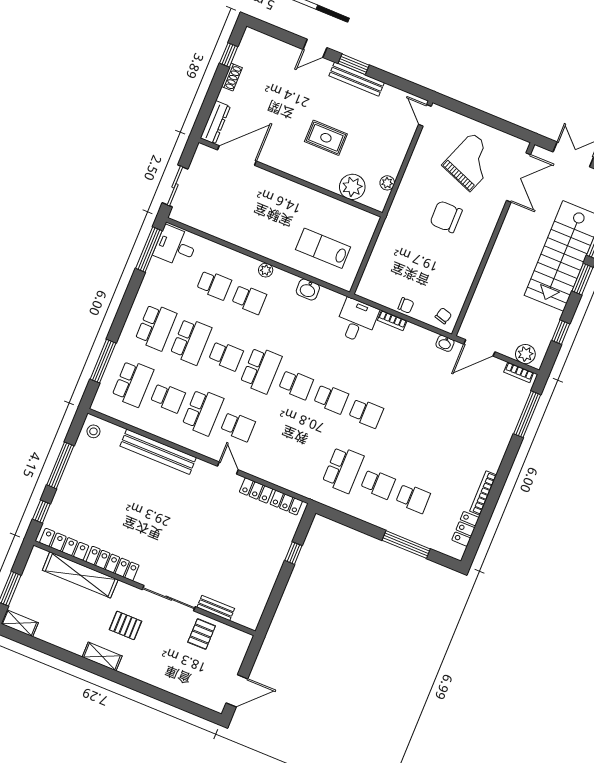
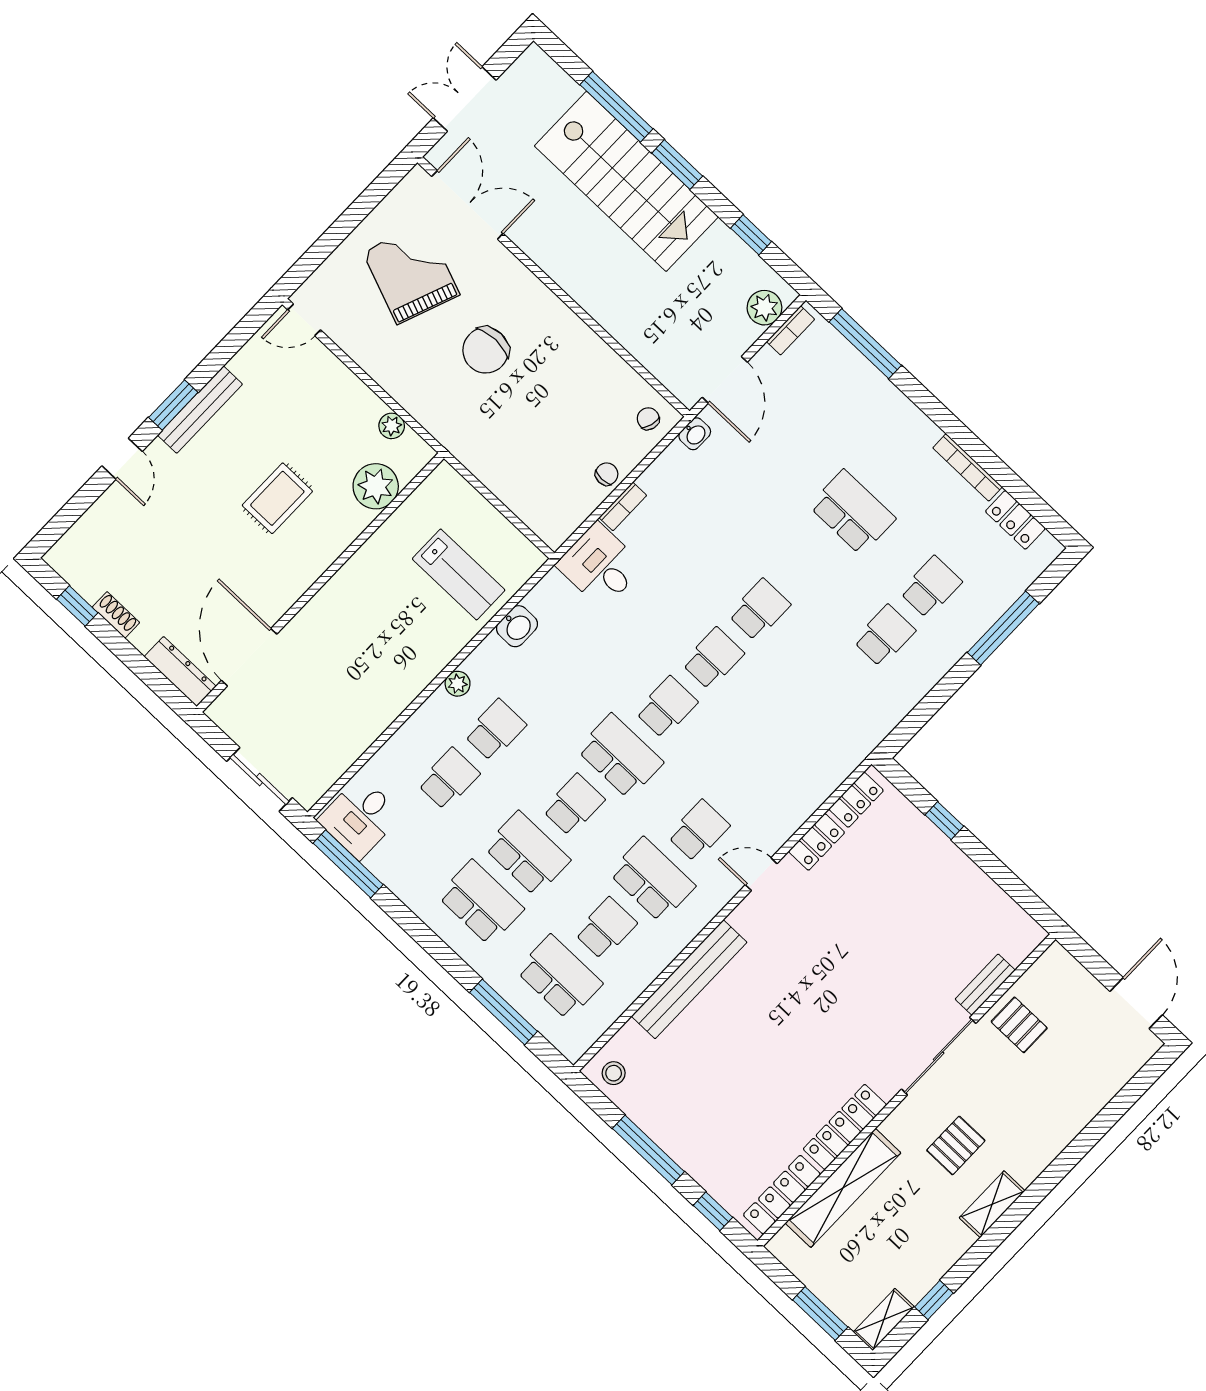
lab bench: (323, 248) -> (459, 574), turned -90
school desk: (343, 470) -> (852, 512), moved
window: (40, 645) -> (934, 1300), added

